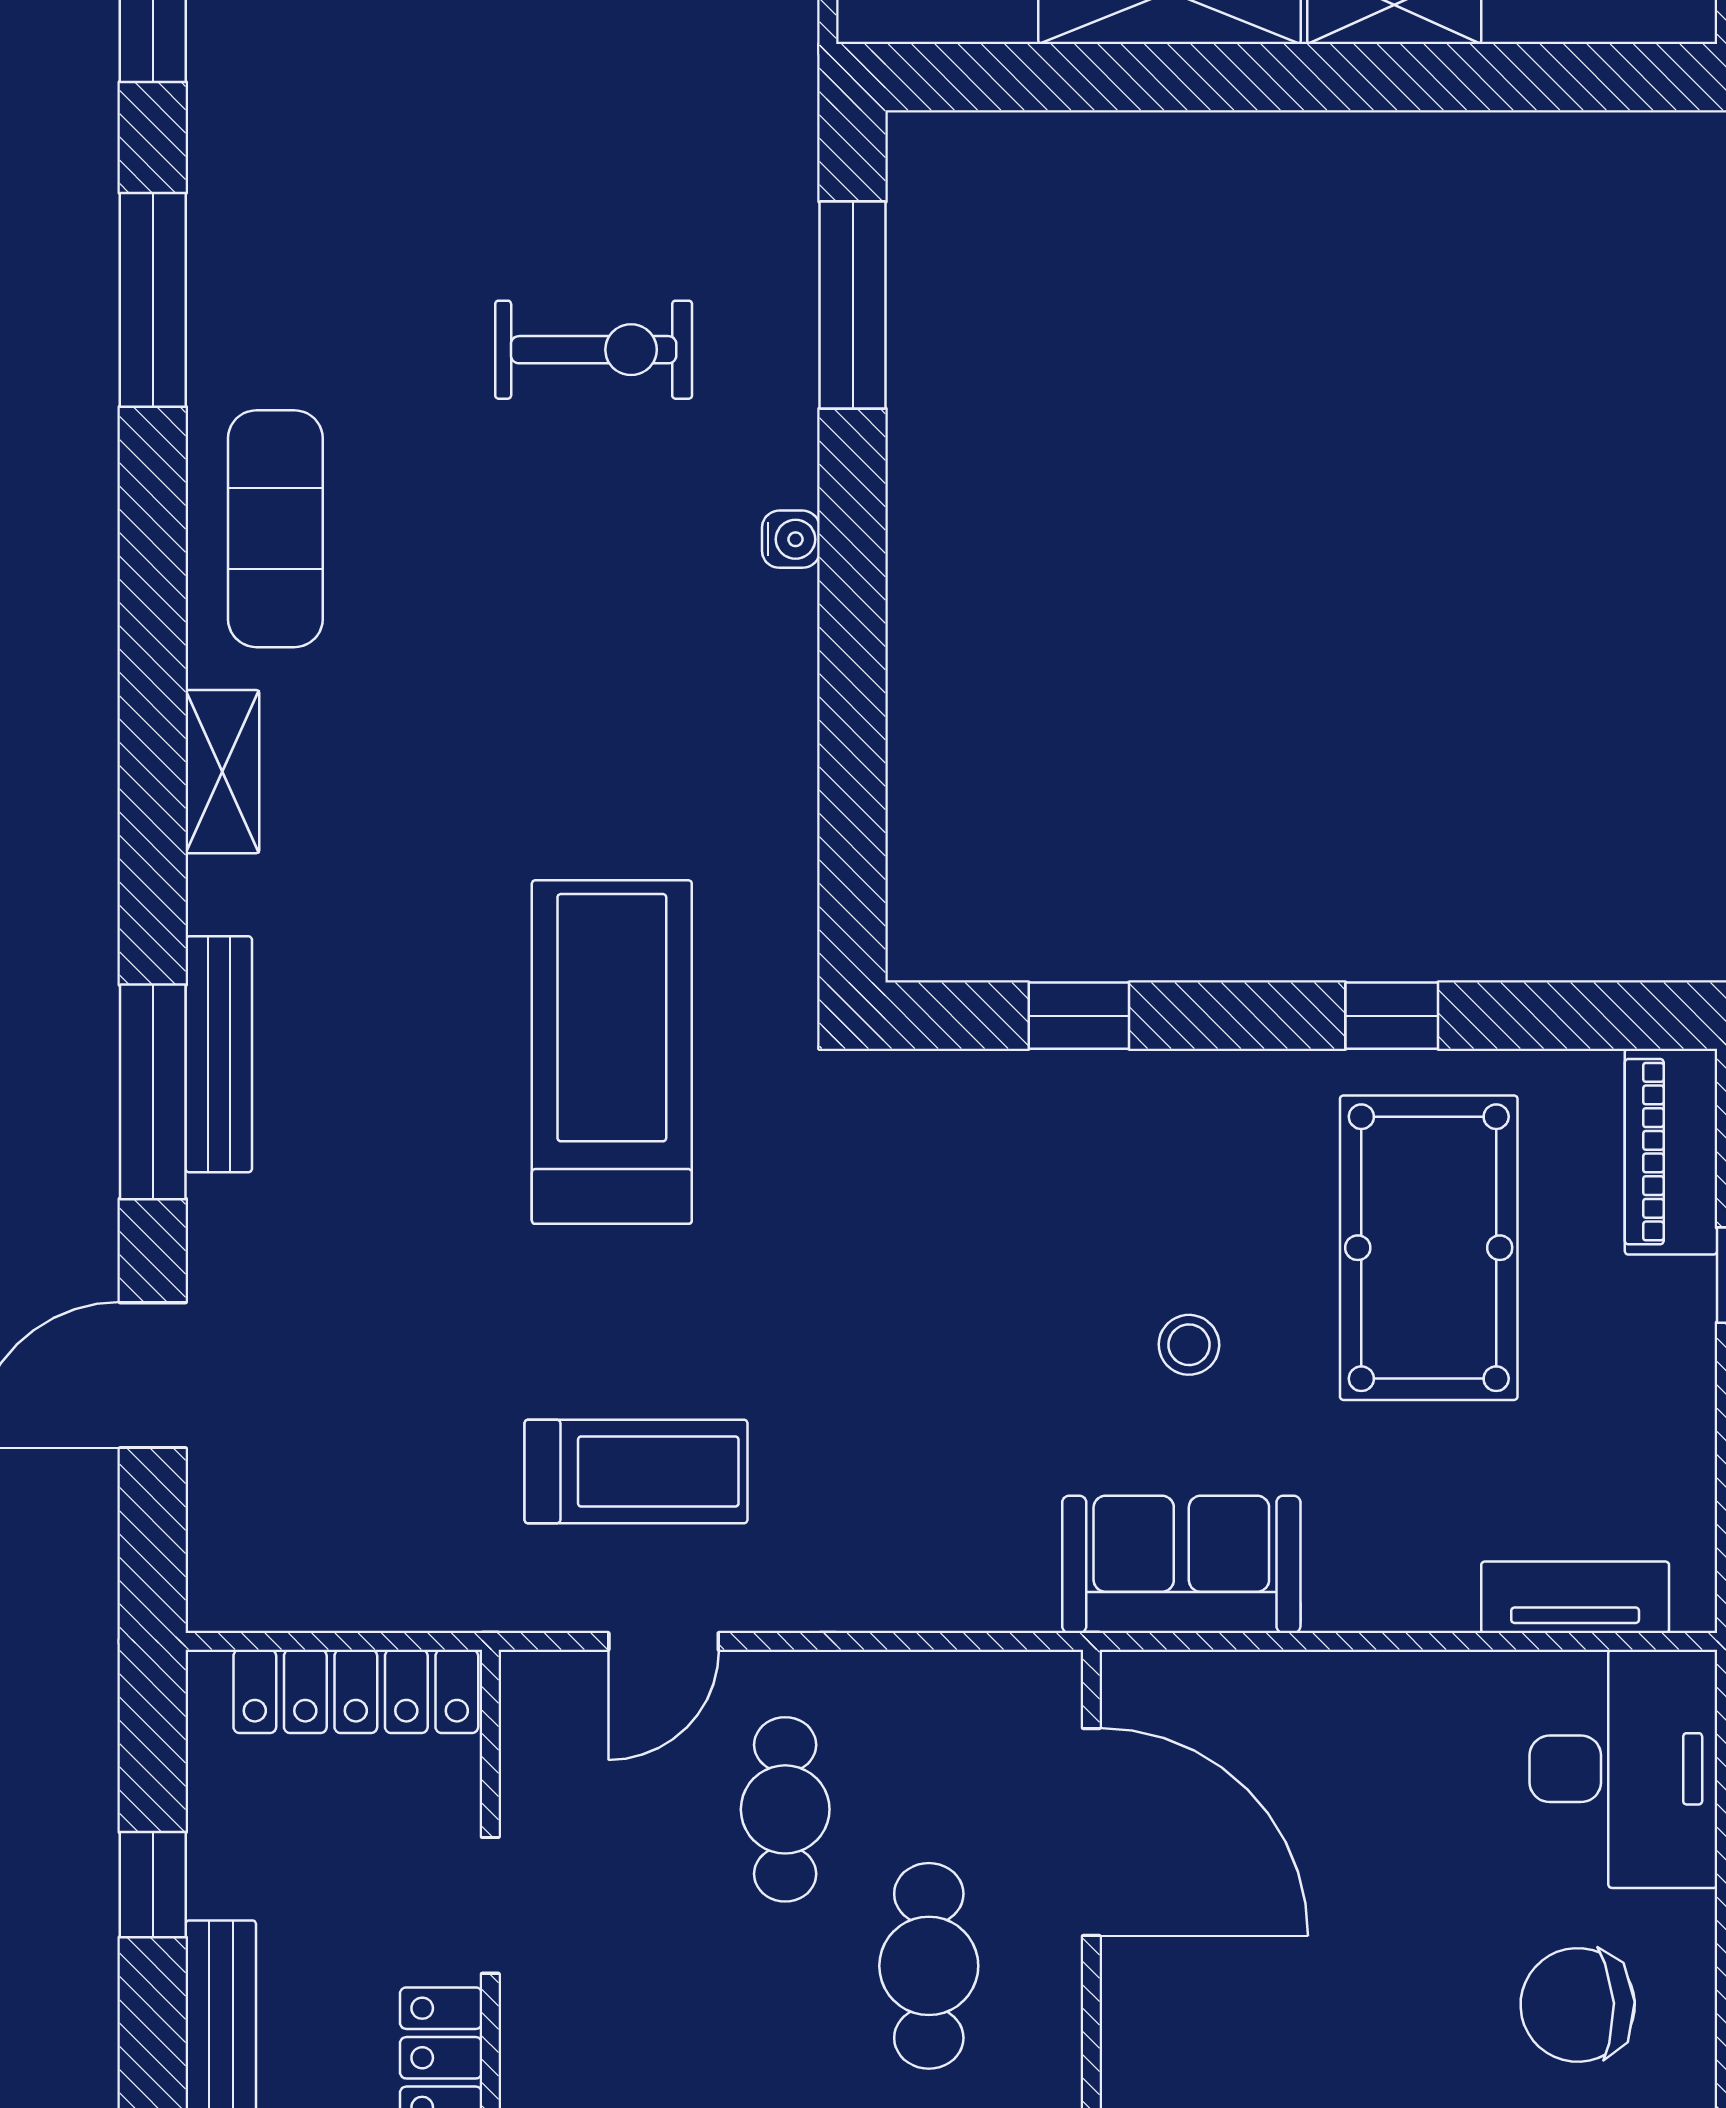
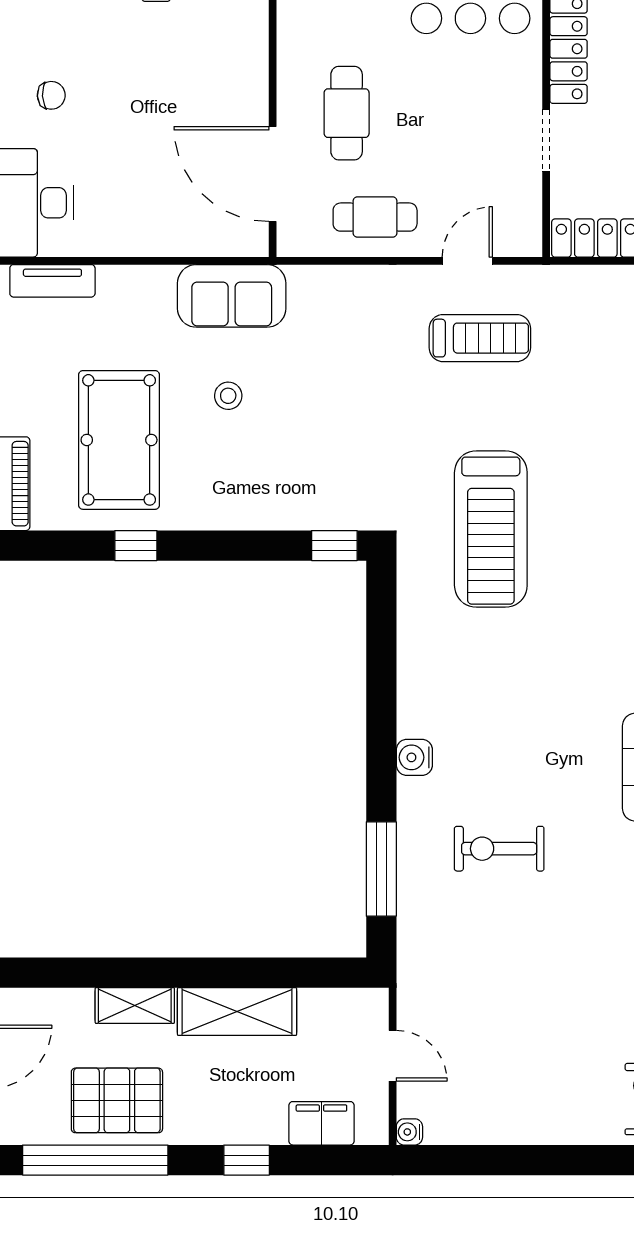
water cooler: (791, 539) -> (414, 757), width x1.38, depth x1.38
window: (1079, 1016) -> (334, 546), moved
treadmill: (636, 1472) -> (480, 338), turned 180
cafe table: (785, 1809) -> (375, 217), moved, turned 90
chair: (1578, 2005) -> (51, 95), width x0.54, depth x0.54

